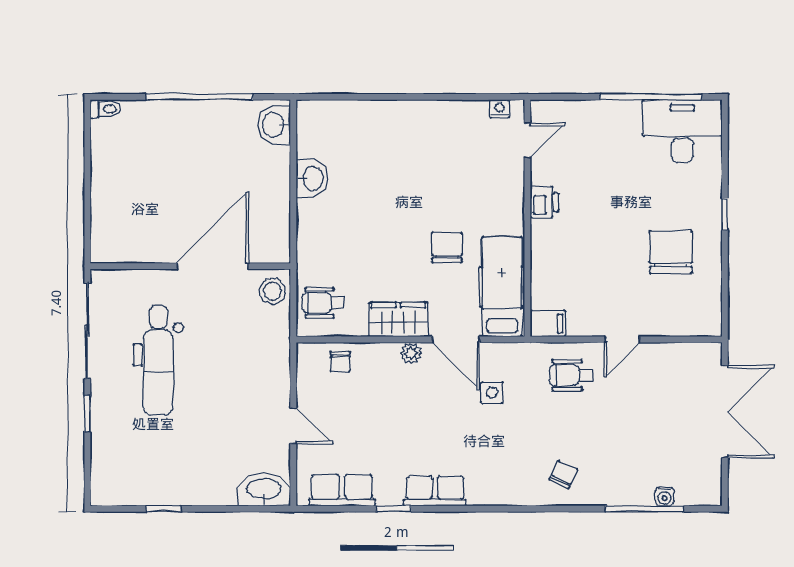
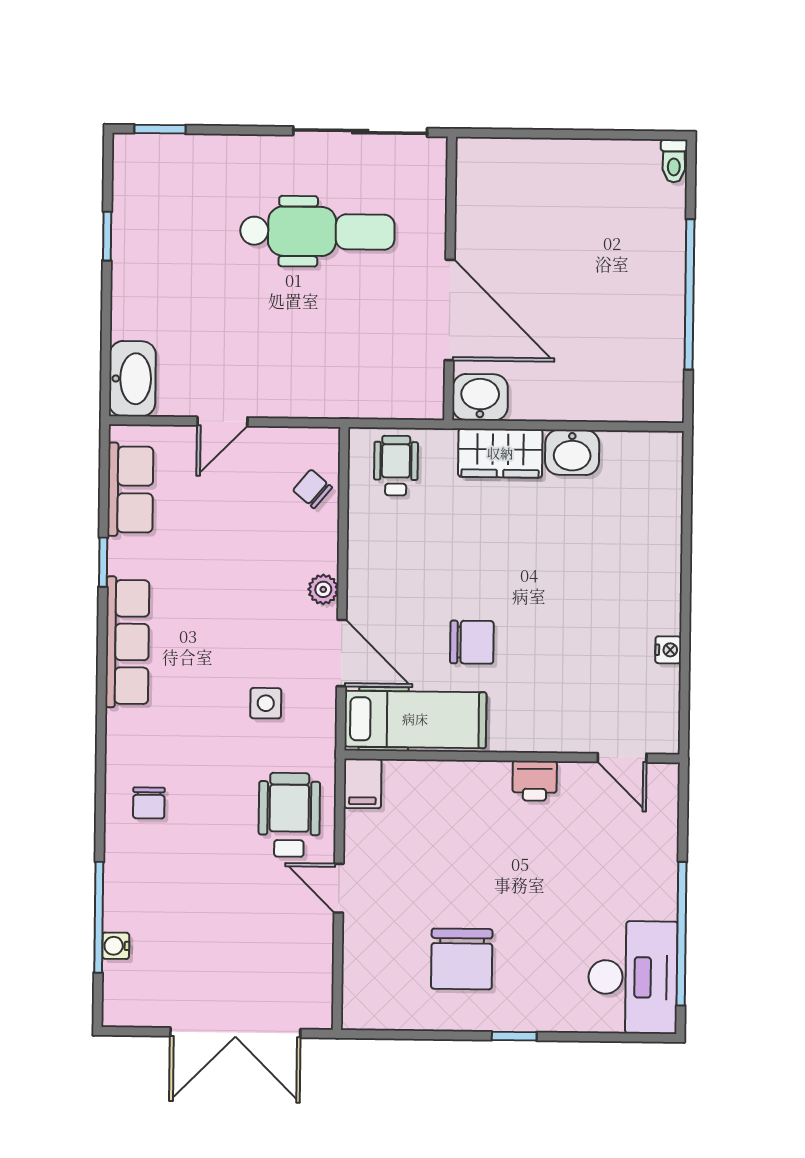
nightstand: (499, 109) -> (668, 650), moved
washbasin: (274, 125) -> (480, 397), moved
chair: (671, 252) -> (462, 959), turned 90
stool: (273, 291) -> (413, 395), removed
wardrobe: (398, 320) -> (500, 453), moved, turned 90
door: (456, 340) -> (342, 653), swing flipped
dental chair: (158, 360) -> (317, 231), turned 180
chair: (340, 361) -> (313, 489), turned 40
wheelchair: (571, 375) -> (289, 815), width x1.36, depth x1.37
window: (87, 414) -> (160, 129), moved
chair: (563, 474) -> (149, 803), turned 65
row of seats: (435, 491) -> (127, 642), width x1.48

